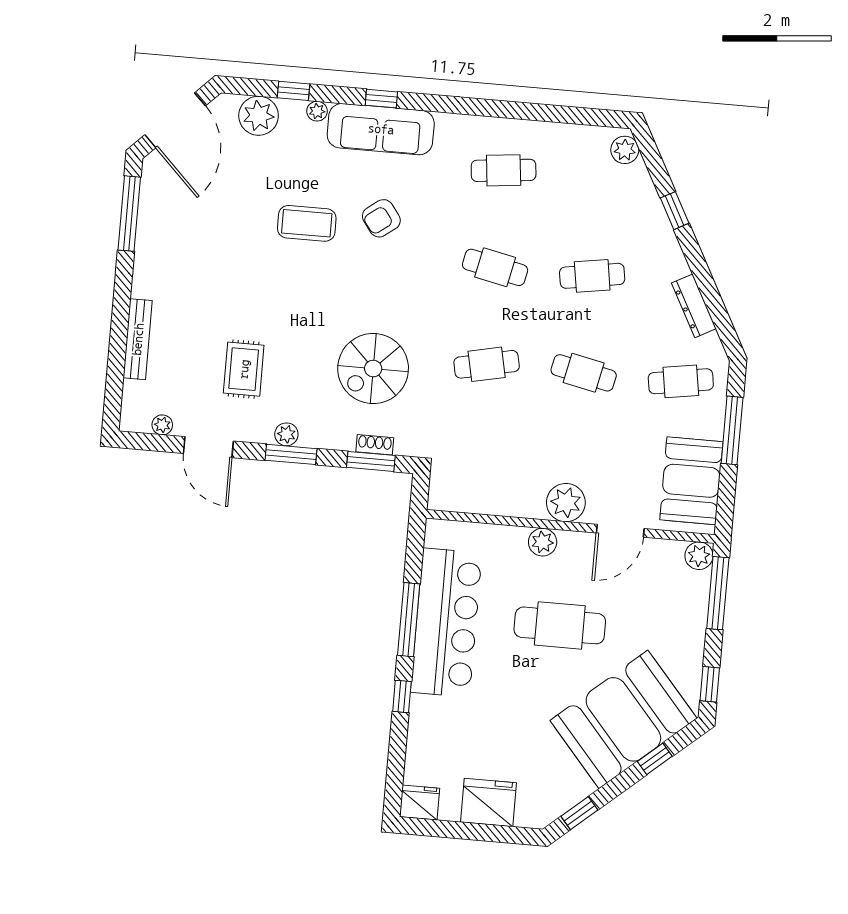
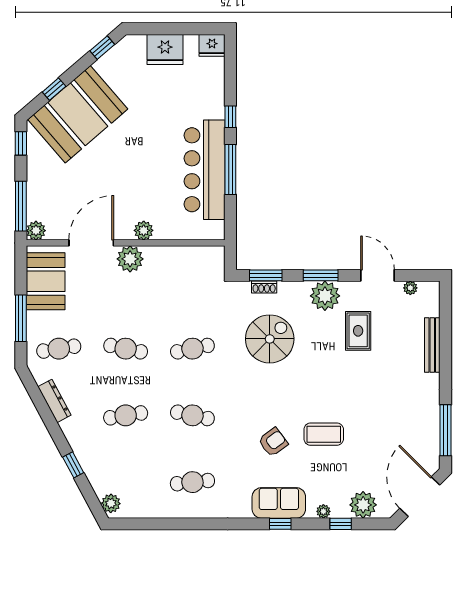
sofa: (381, 129) -> (279, 503), width x0.73
plant: (286, 434) -> (325, 296), width x1.87, depth x1.87
door: (620, 531) -> (91, 243), width x1.36
cafe table: (560, 625) -> (127, 175), removed

